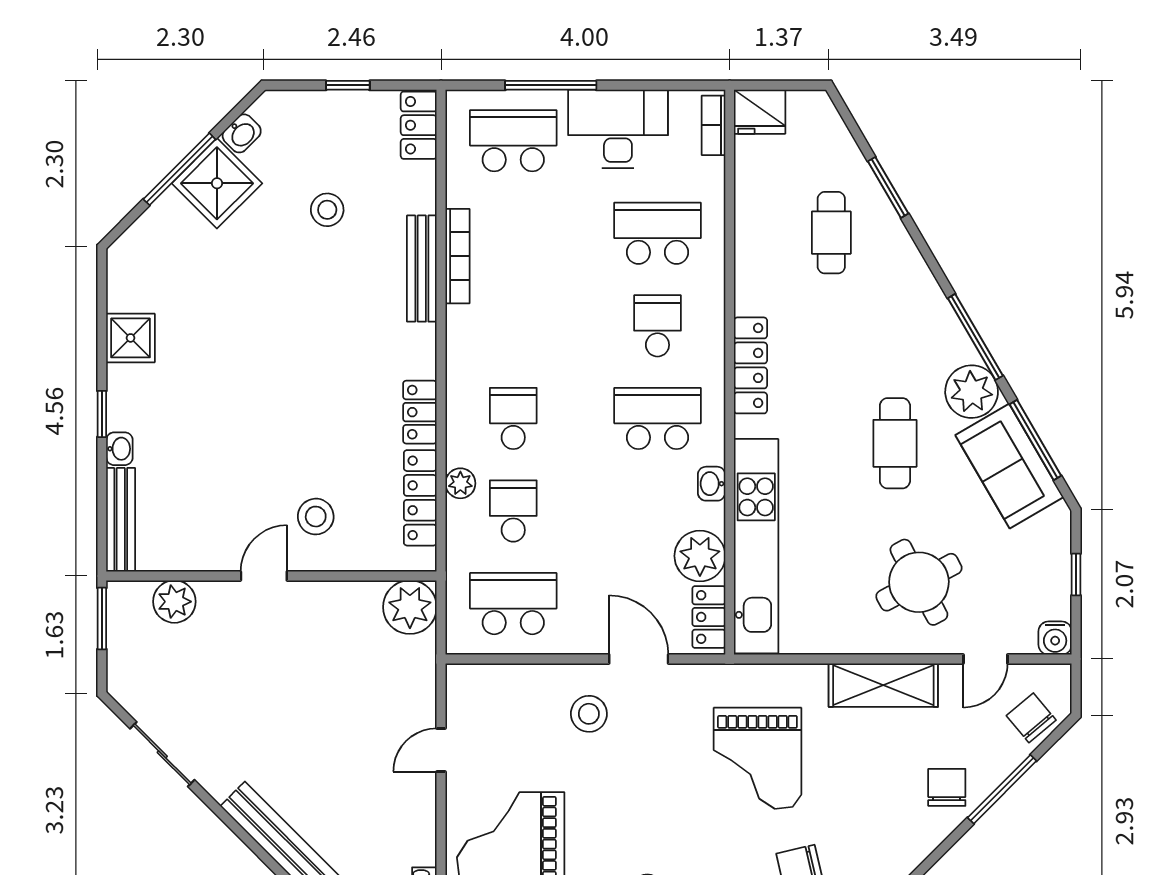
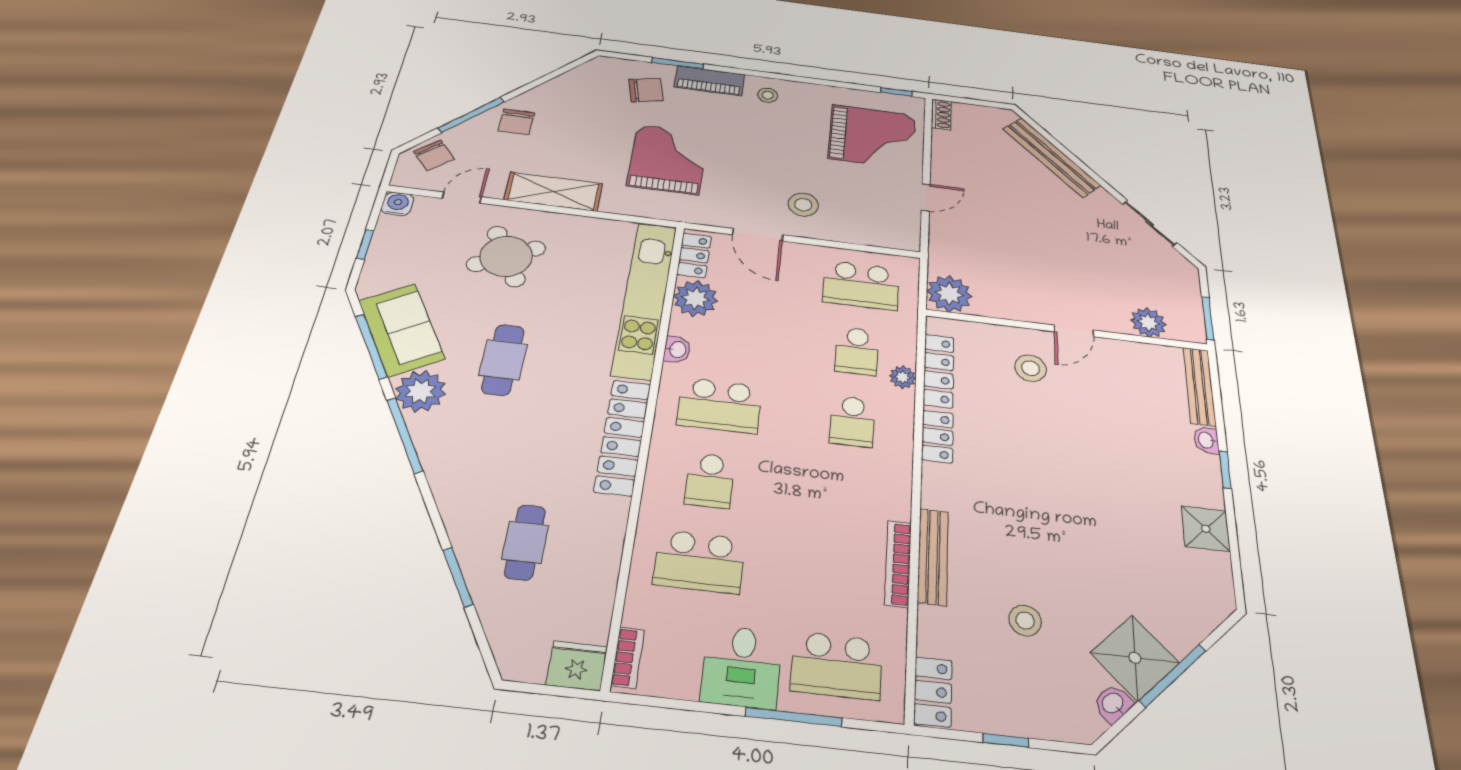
desk: (618, 129) -> (742, 667), width x0.73
locker: (751, 365) -> (623, 437), width x1.41, depth x1.21

